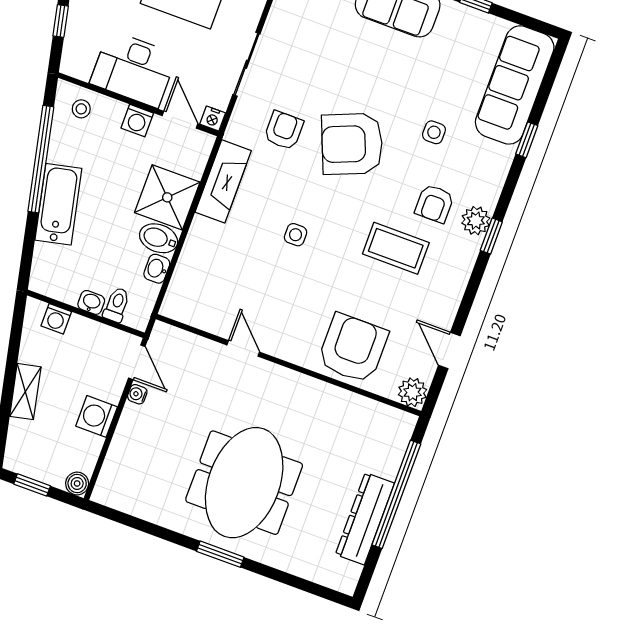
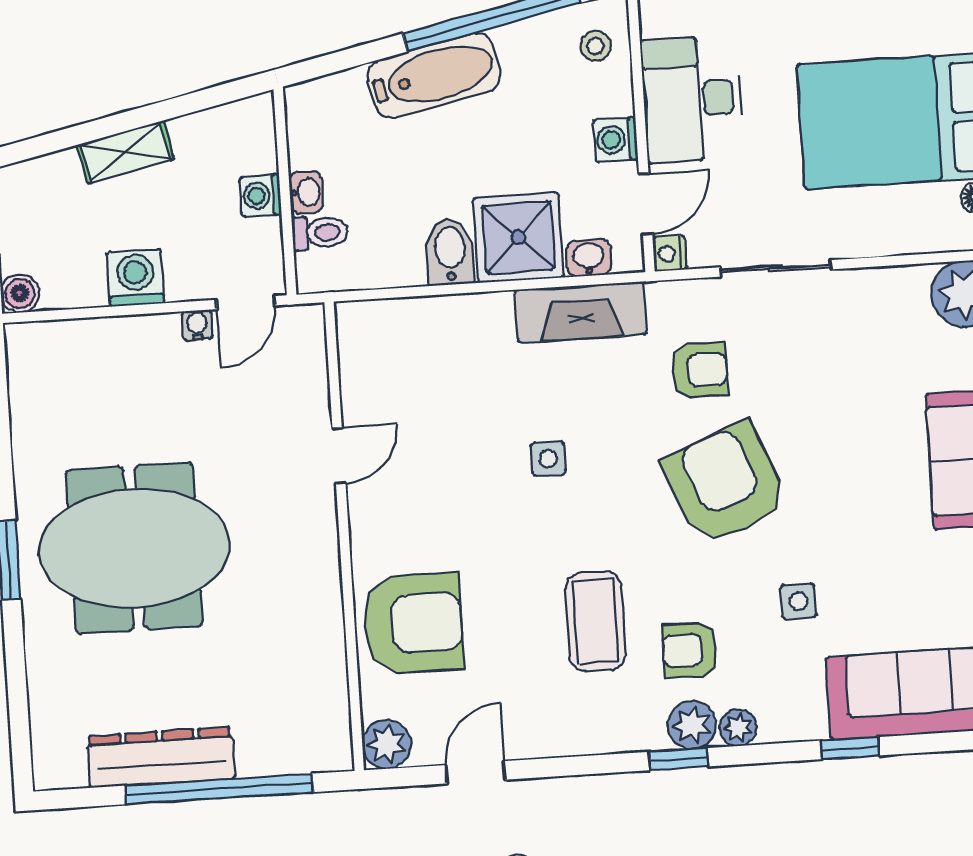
plant: (489, 196) -> (738, 728), added
washbasin: (157, 269) -> (589, 258), moved
washing machine: (56, 319) -> (260, 196), moved

